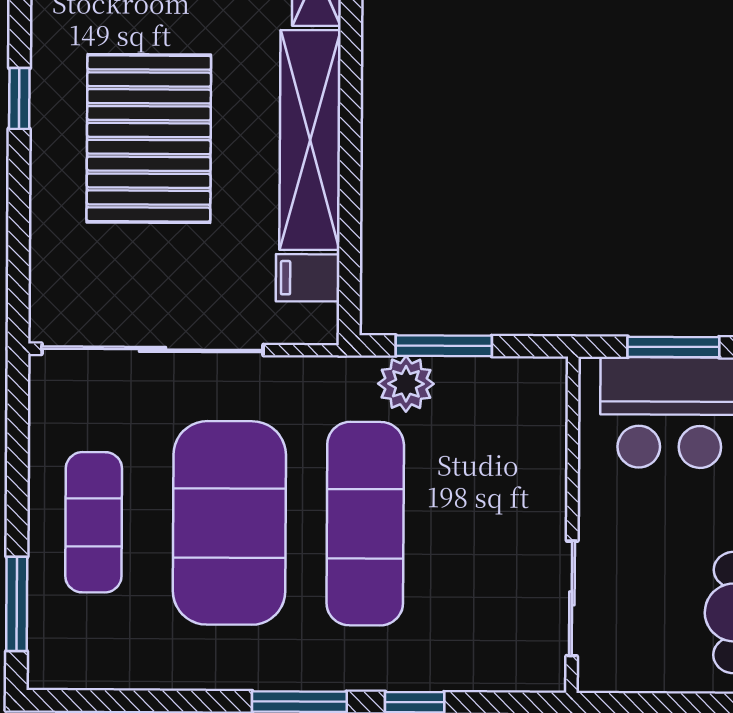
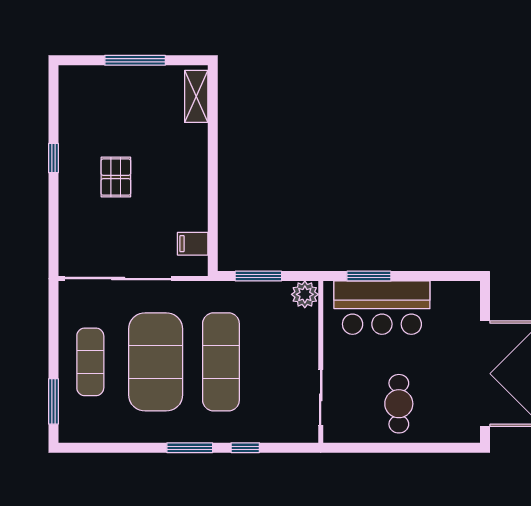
pallet: (149, 138) -> (116, 177), width x0.49, depth x0.50
shelving: (310, 140) -> (193, 177), removed
plant: (406, 384) -> (305, 294), moved

